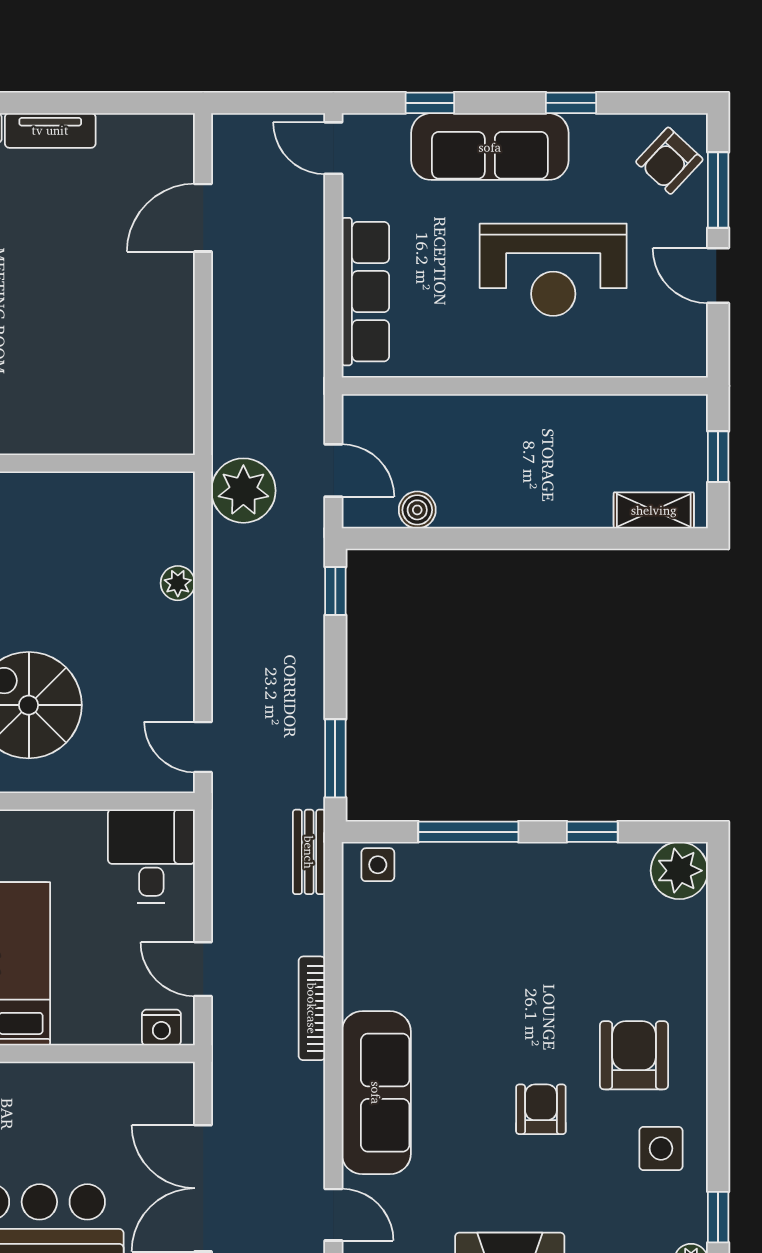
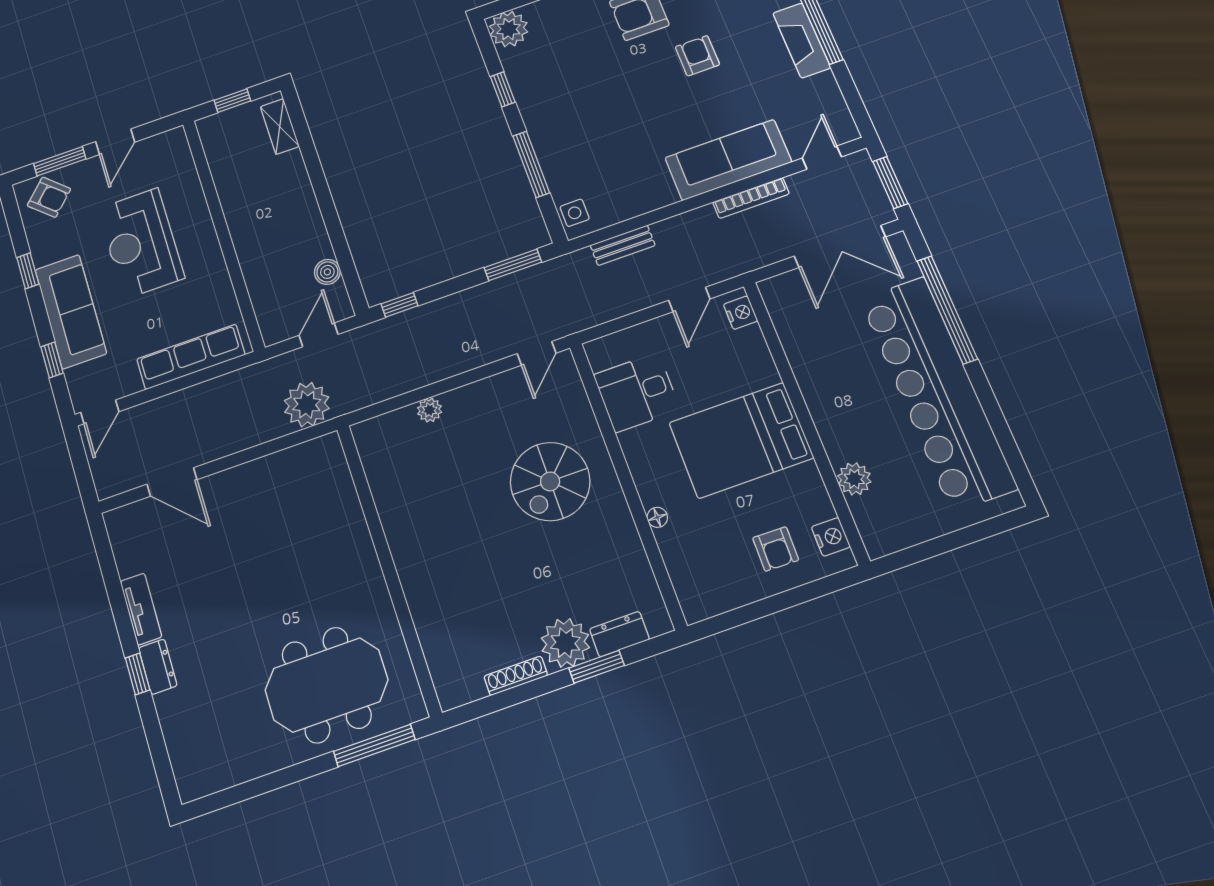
reception desk: (553, 270) -> (141, 243), turned 180
plant: (243, 491) -> (307, 405), moved
bench: (309, 852) -> (623, 245), moved
desk: (151, 856) -> (637, 392), moved
bookcase: (312, 1008) -> (751, 198), moved
armchair: (541, 1109) -> (697, 56), turned 90

